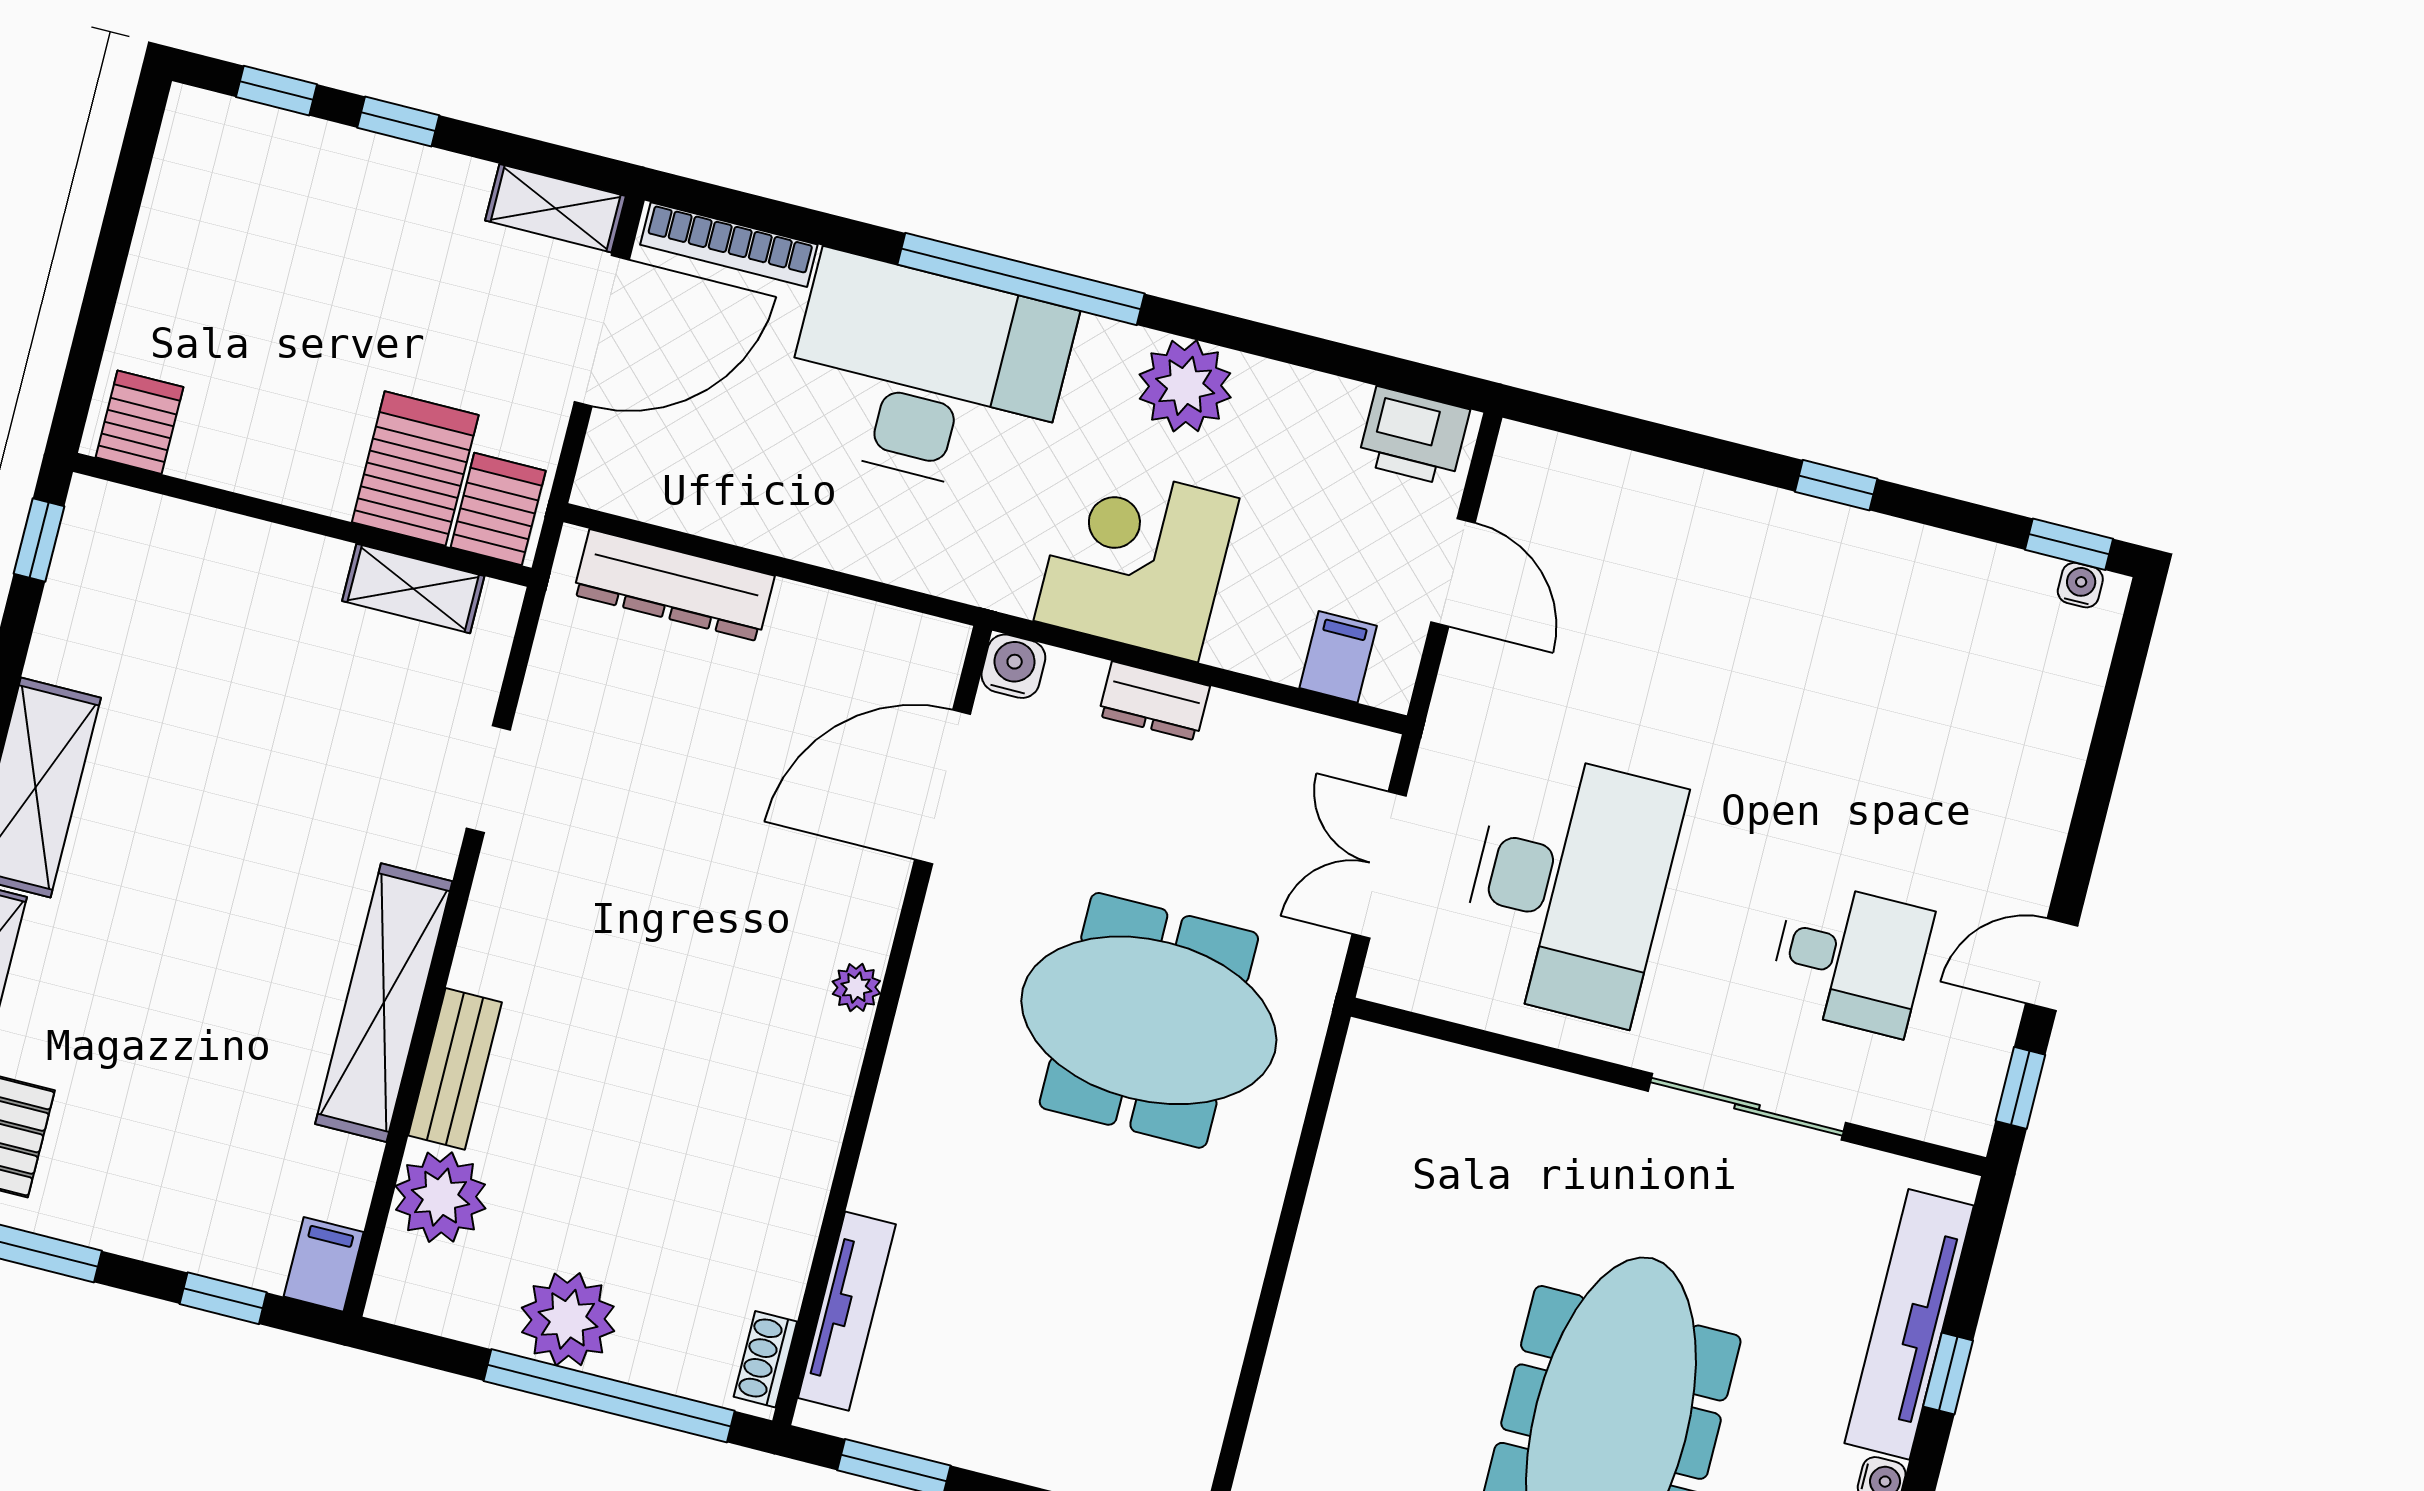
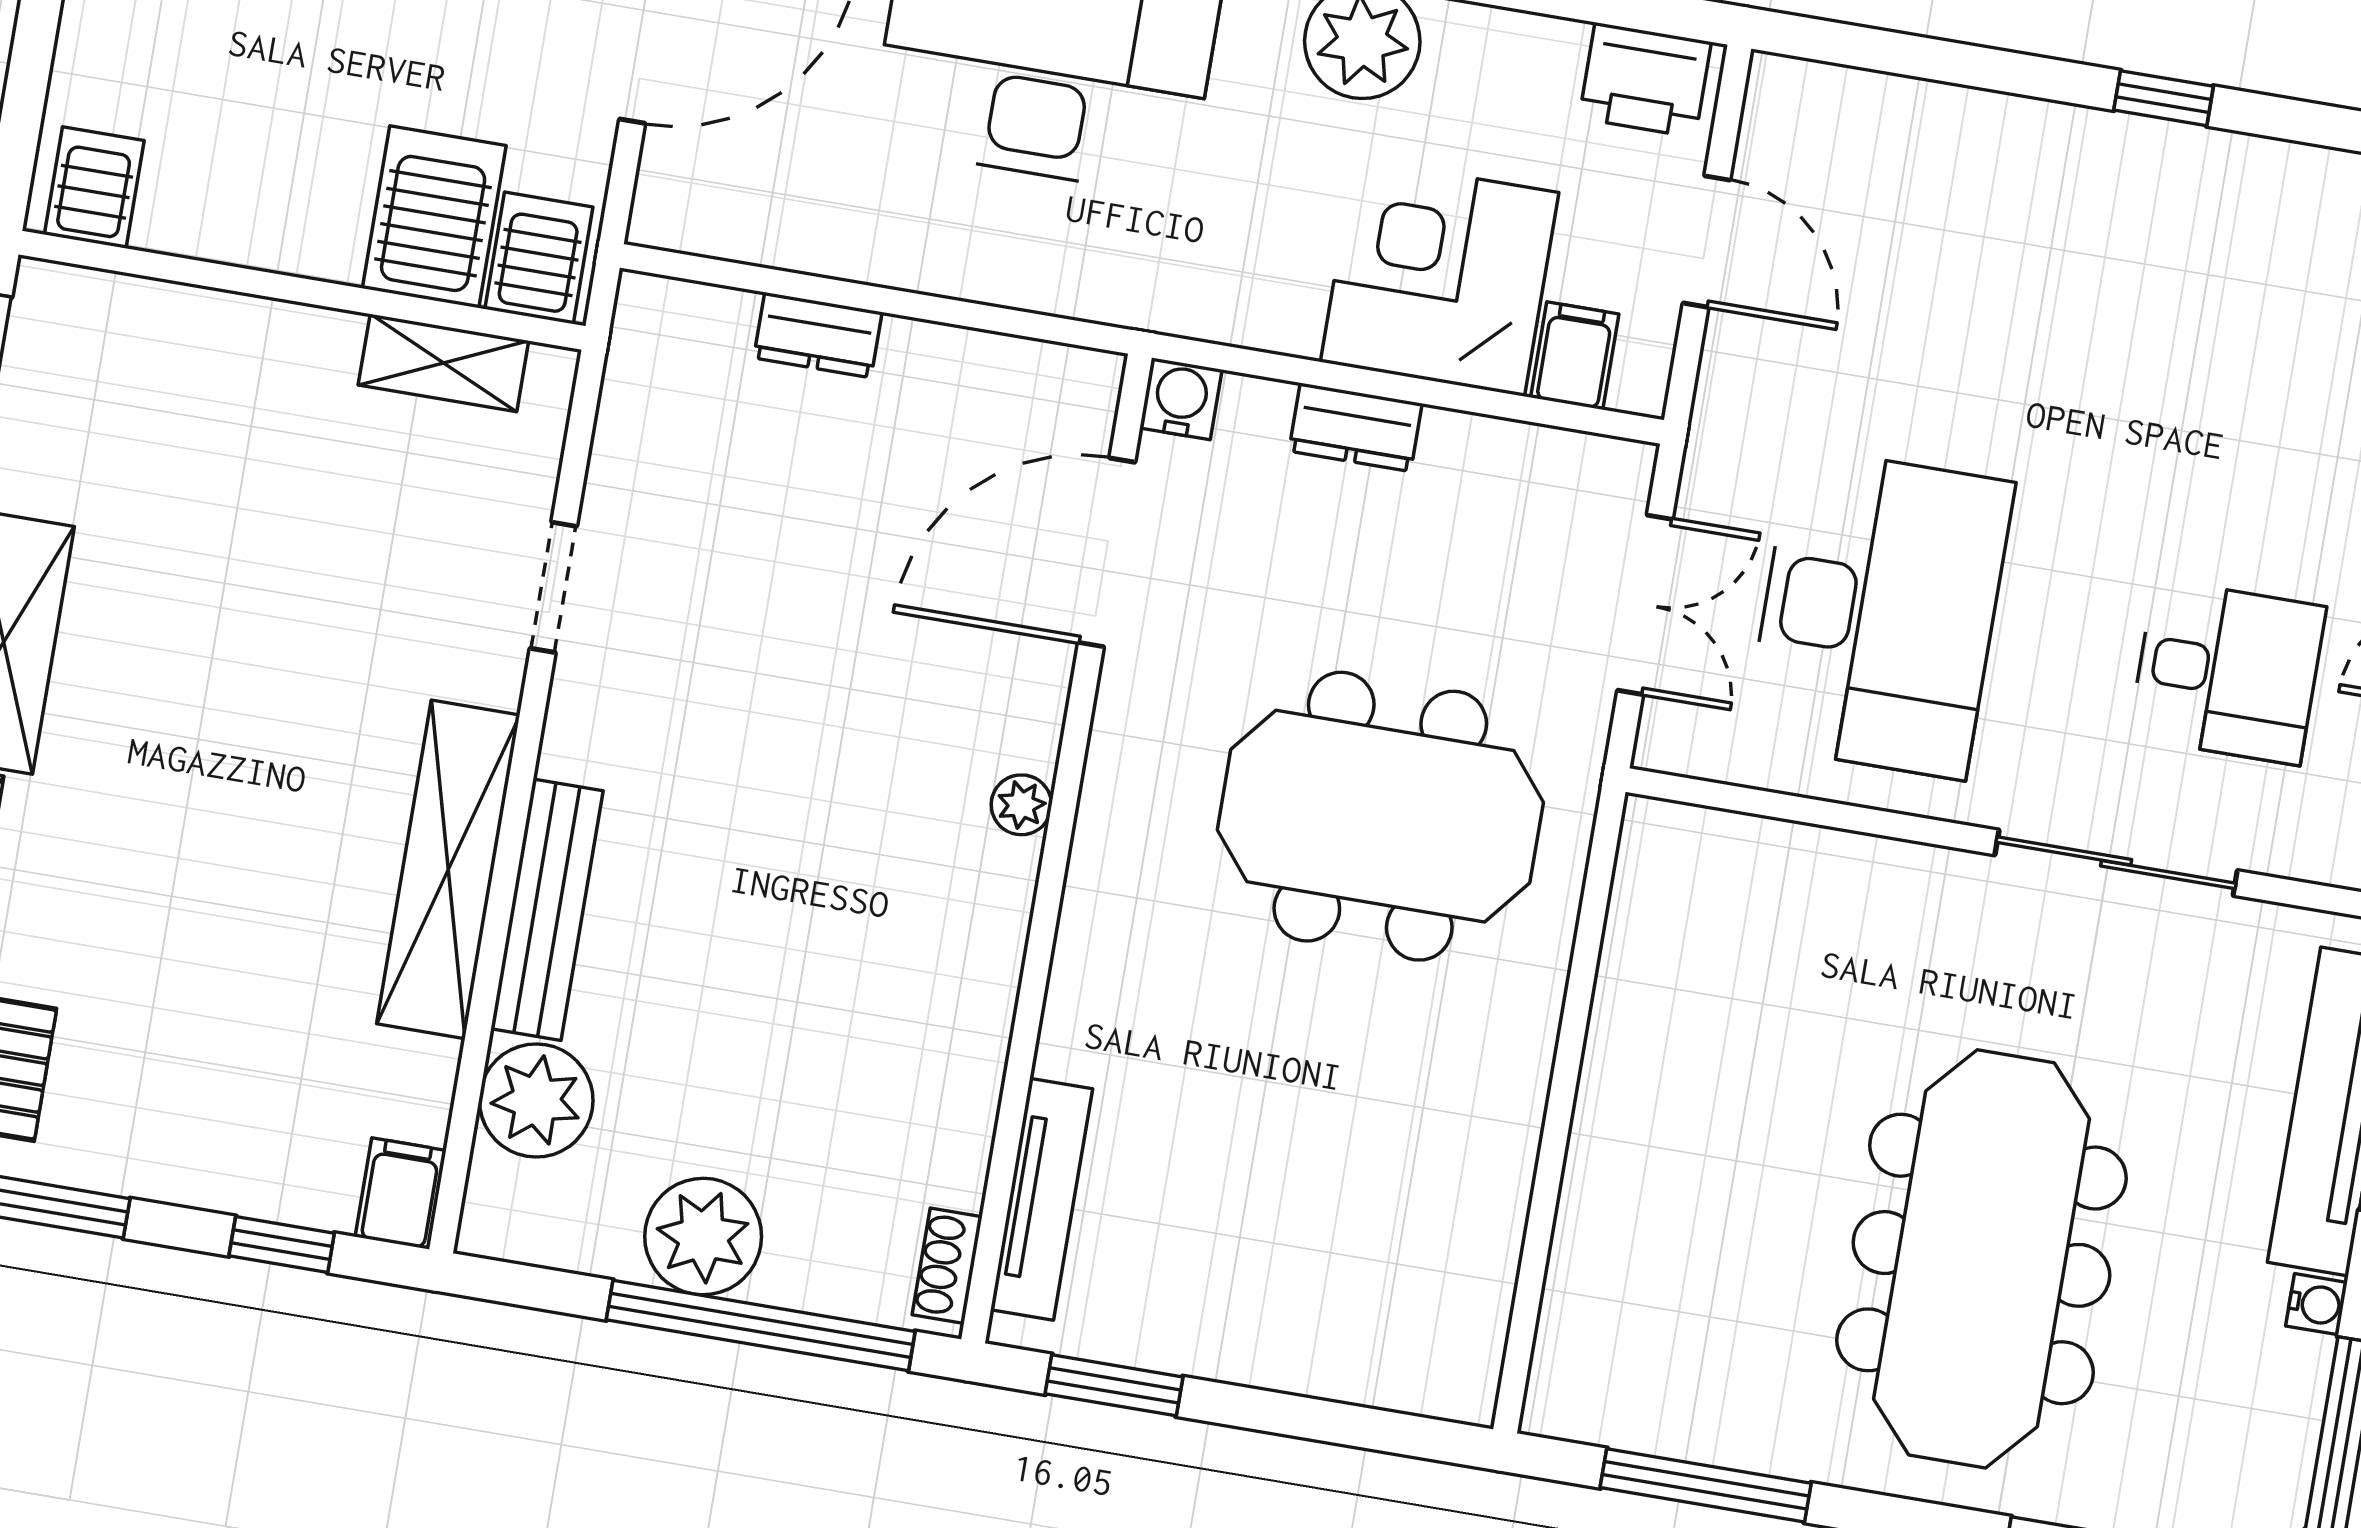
corner desk: (1137, 560) -> (1440, 277), moved
dresser: (674, 585) -> (818, 335), width x0.51, depth x0.80
double door: (1379, 865) -> (1645, 605), swing flipped
bench: (455, 1069) -> (547, 910), width x1.36

